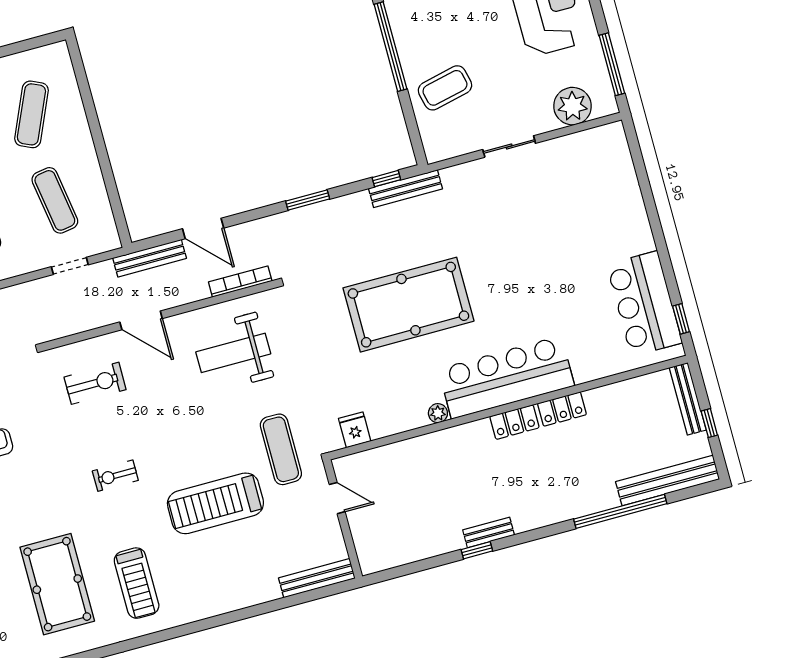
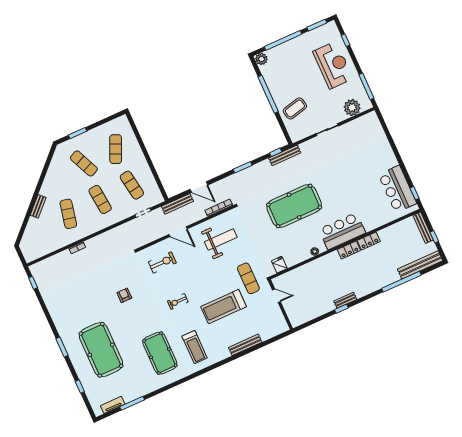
weight bench: (233, 353) -> (221, 239), turned 180
bar counter: (506, 377) -> (342, 231), width x0.73
bench: (317, 578) -> (245, 345), moved

